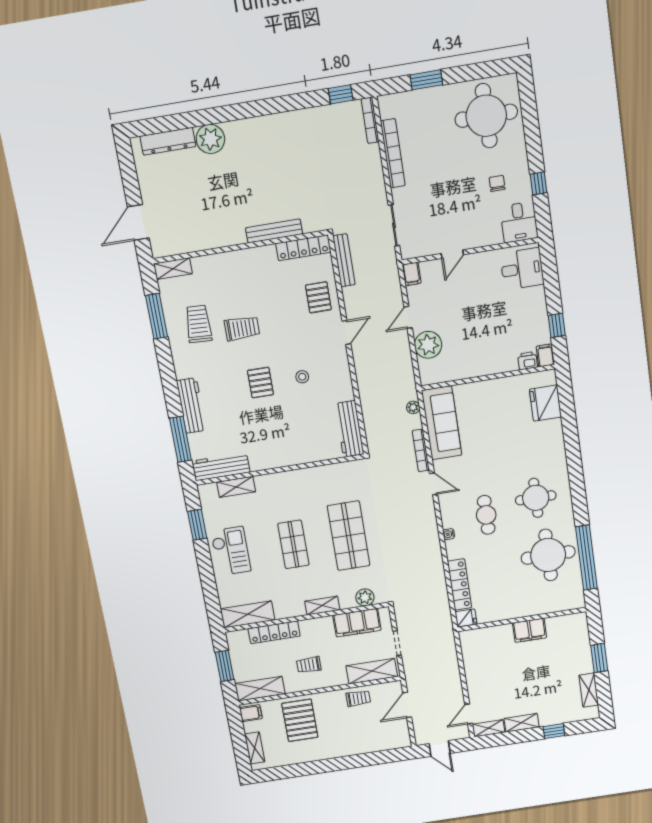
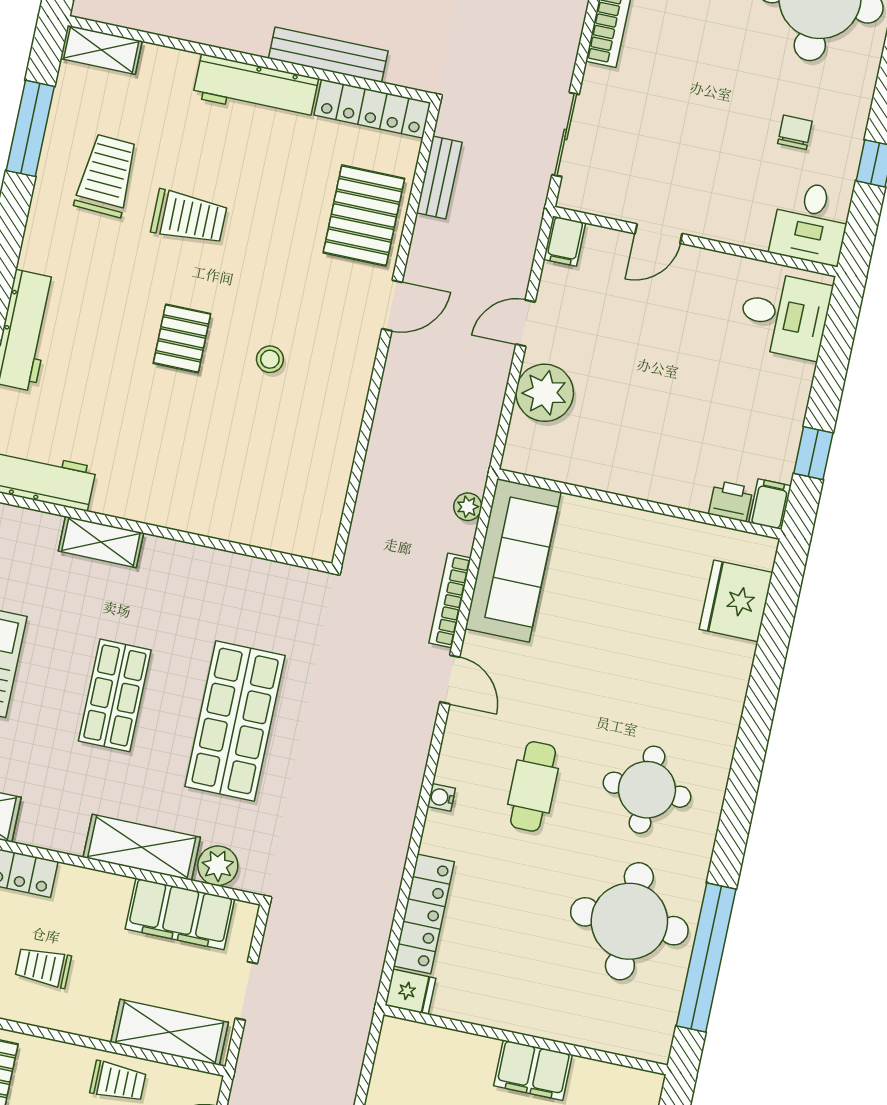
bench: (344, 260) -> (439, 177), width x0.73
pallet: (318, 297) -> (364, 216), width x1.50, depth x1.42
workbench: (349, 429) -> (256, 88), moved, turned -90
shelving: (236, 487) -> (101, 542), moved
shelving: (322, 606) -> (142, 847), width x1.50, depth x1.33

